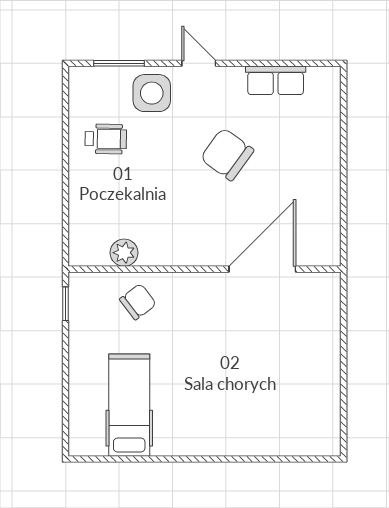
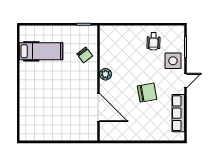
row of seats: (276, 80) -> (178, 113), width x1.48
chair: (227, 154) -> (147, 93), turned 44
plant: (124, 253) -> (105, 74), moved

